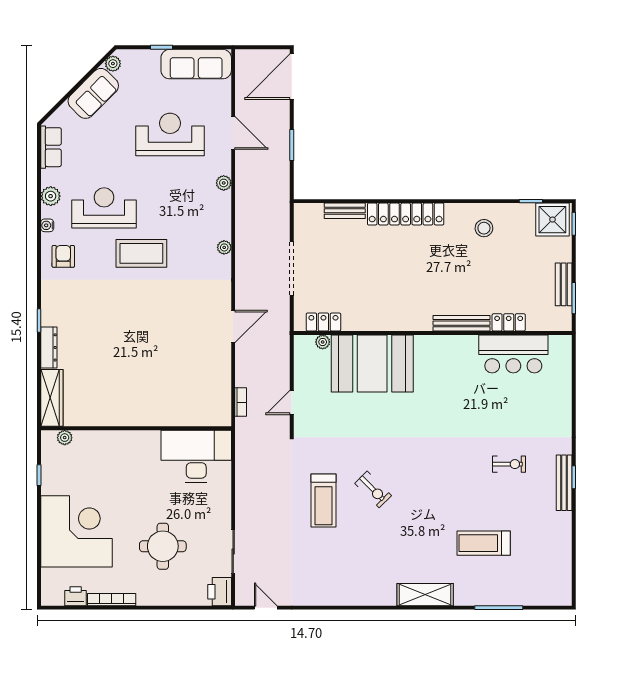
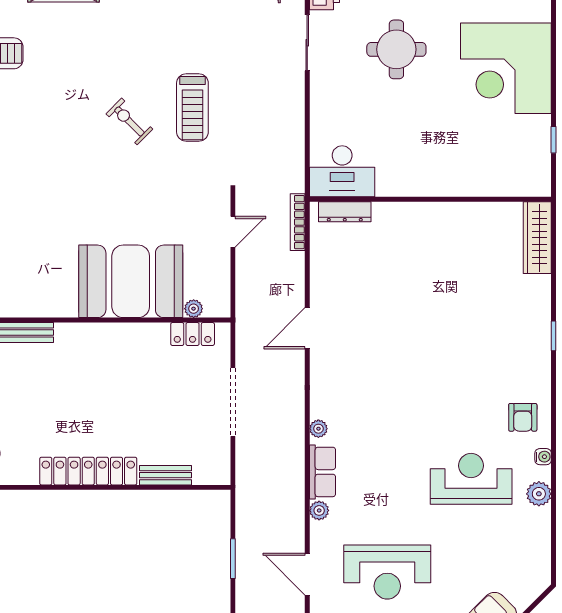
row of seats: (51, 147) -> (322, 472), moved, turned 180
reception desk: (104, 208) -> (471, 479), turned 180
coffee table: (141, 253) -> (424, 421), removed
dresser: (49, 347) -> (345, 212), moved, turned -90
bookcase: (241, 402) -> (298, 222), width x1.56
plant: (65, 438) -> (521, 187), removed
desk: (196, 456) -> (342, 171), width x0.73, depth x0.77
treadmill: (323, 500) -> (192, 108), turned 180

